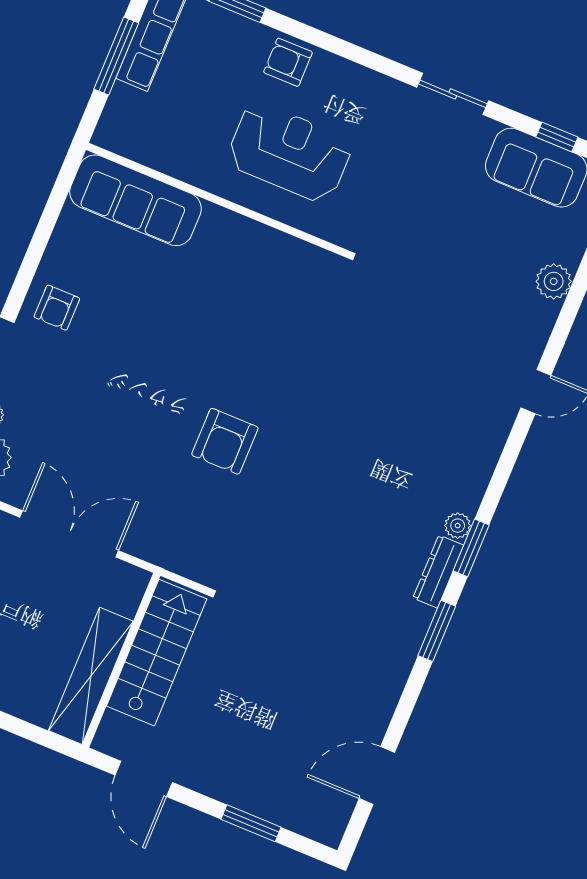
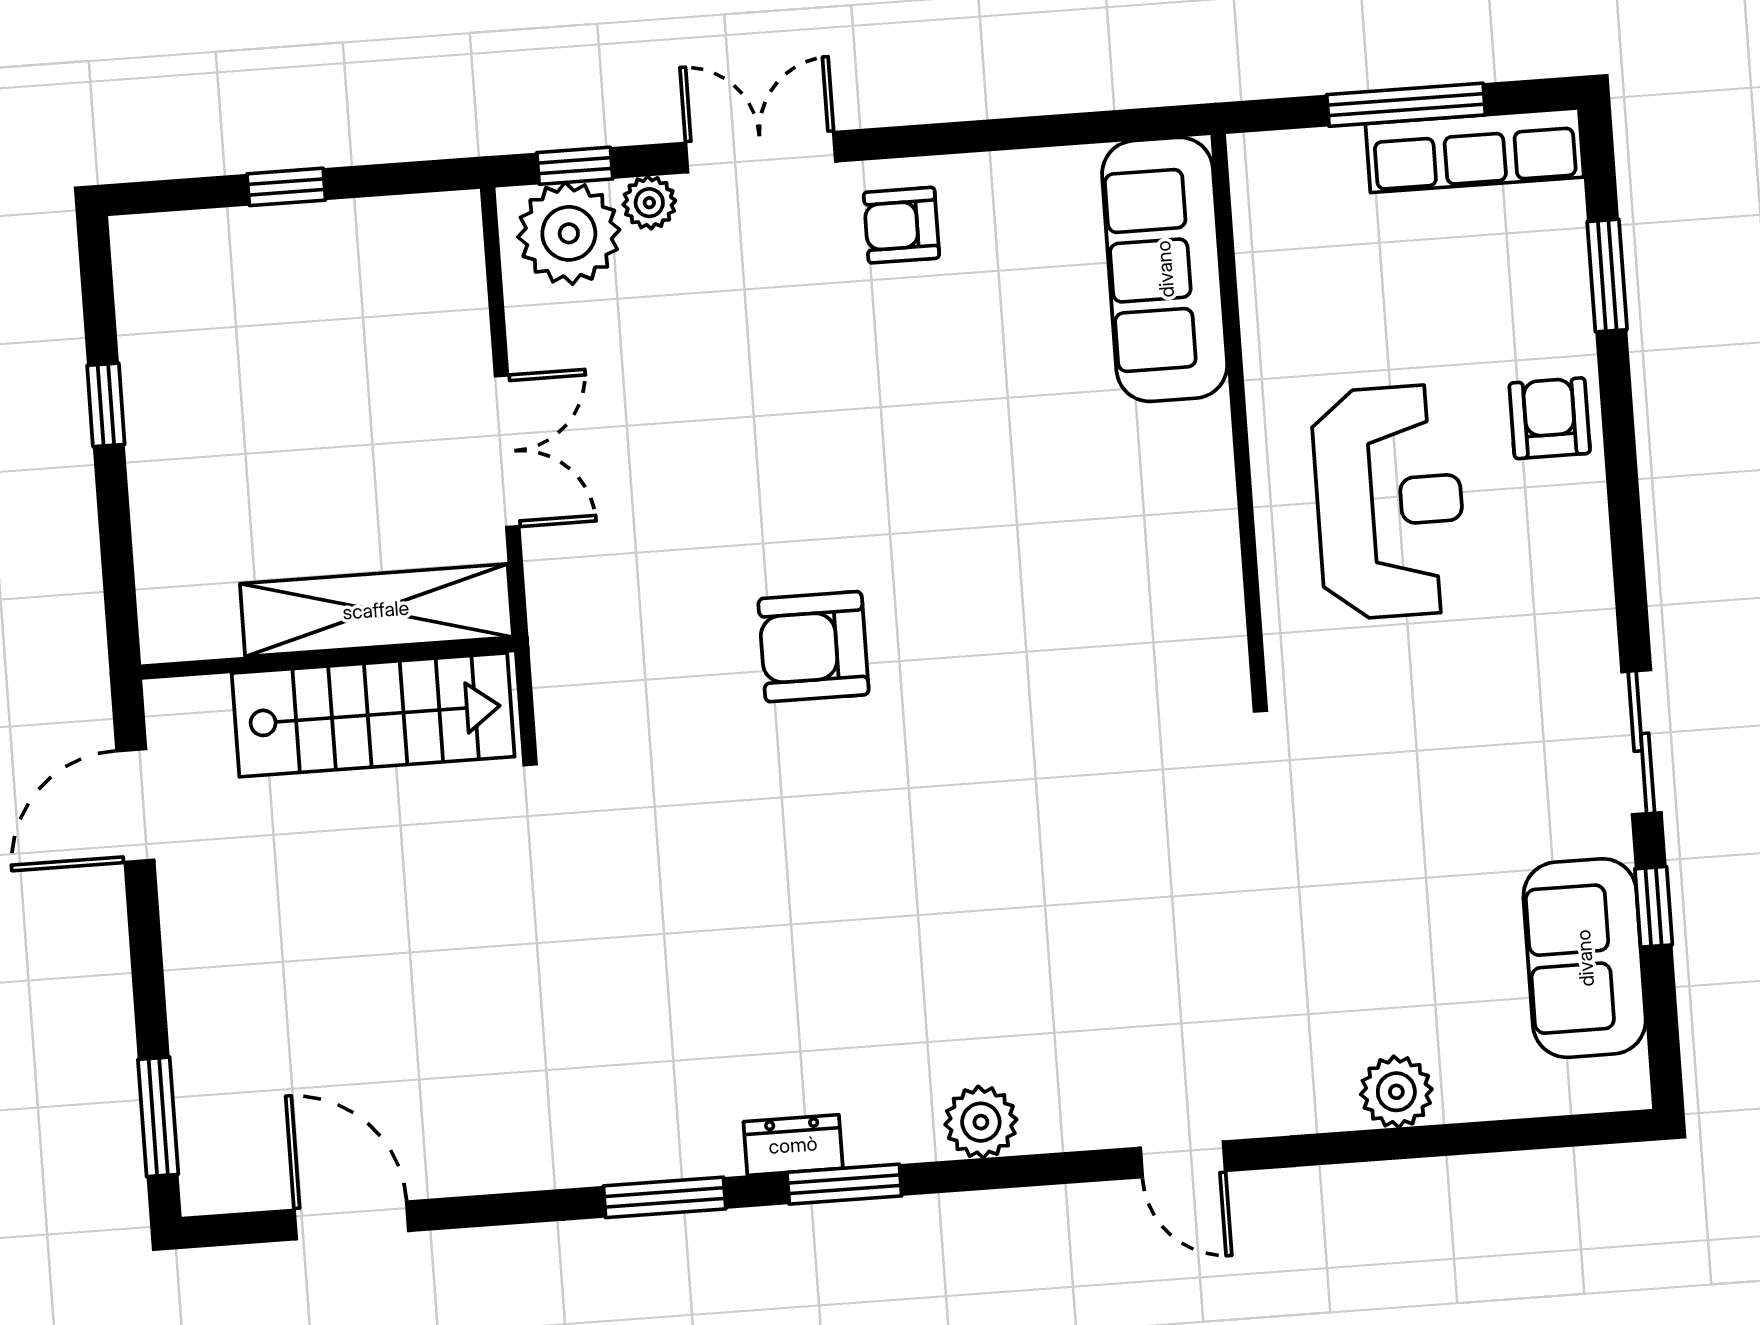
window: (557, 137) -> (1654, 907), moved
plant: (458, 526) -> (981, 1122), moved, width x1.38, depth x1.38
double door: (69, 534) -> (507, 451), width x0.73
dresser: (438, 572) -> (793, 1145), width x0.70
shelving: (91, 676) -> (376, 610), moved
window: (251, 823) -> (158, 1117), moved

